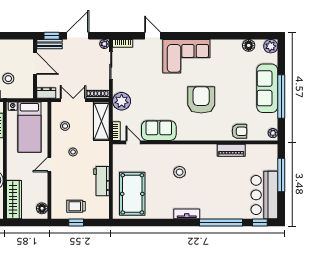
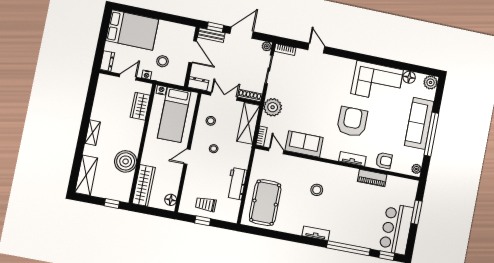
corner sofa: (186, 56) -> (377, 82), moved
tv unit: (208, 136) -> (352, 159), added
window: (281, 175) -> (417, 212), width x0.69

